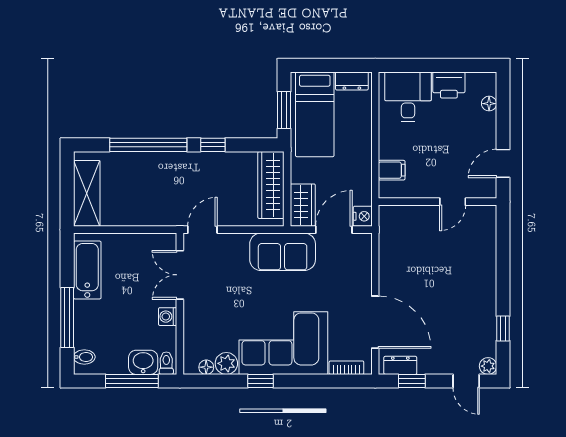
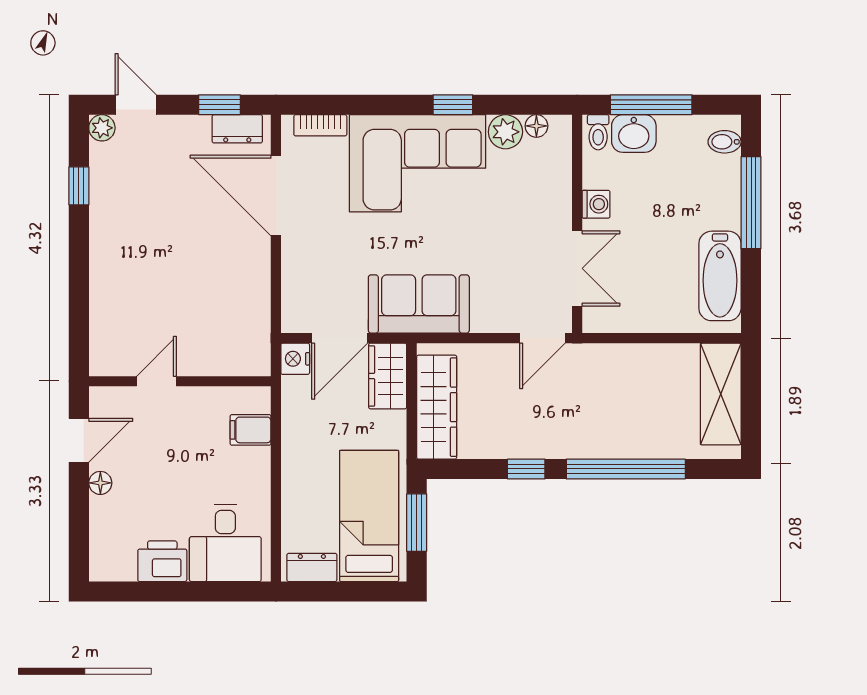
floor lamp: (489, 104) -> (100, 483), moved

